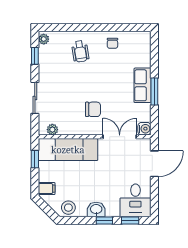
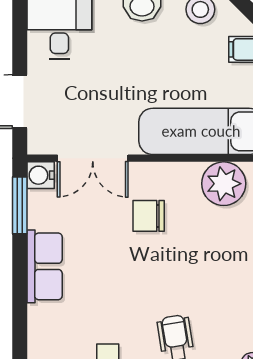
window: (154, 91) -> (20, 205), moved
plant: (52, 130) -> (224, 184), width x1.87, depth x1.87

